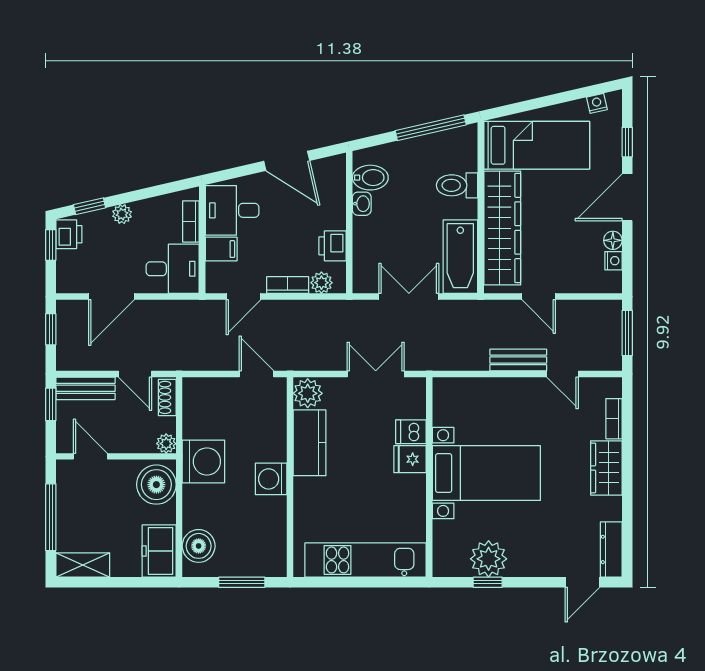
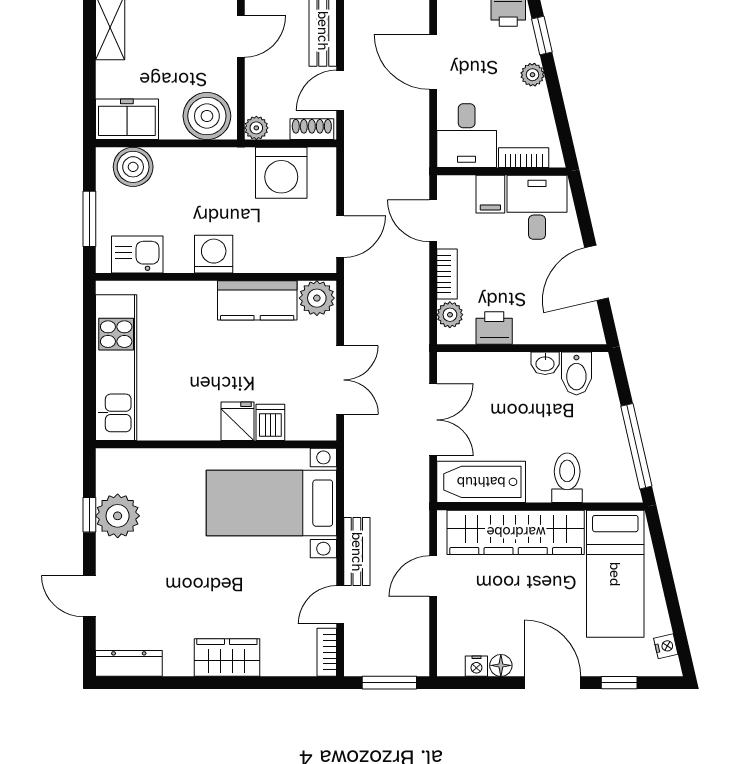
bookcase: (614, 419) -> (327, 652), moved, turned -90
washing machine: (203, 461) -> (281, 173), moved
bed with nightstands: (486, 473) -> (271, 503), moved, turned 90
kitchen sink: (271, 542) -> (137, 255), added
door: (582, 582) -> (89, 596), moved

